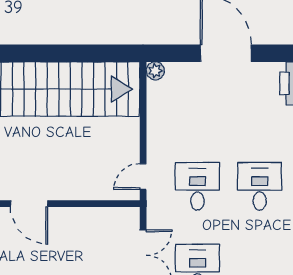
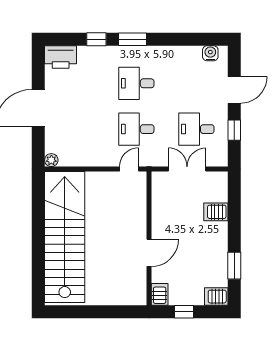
door: (143, 177) -> (129, 169), swing flipped

